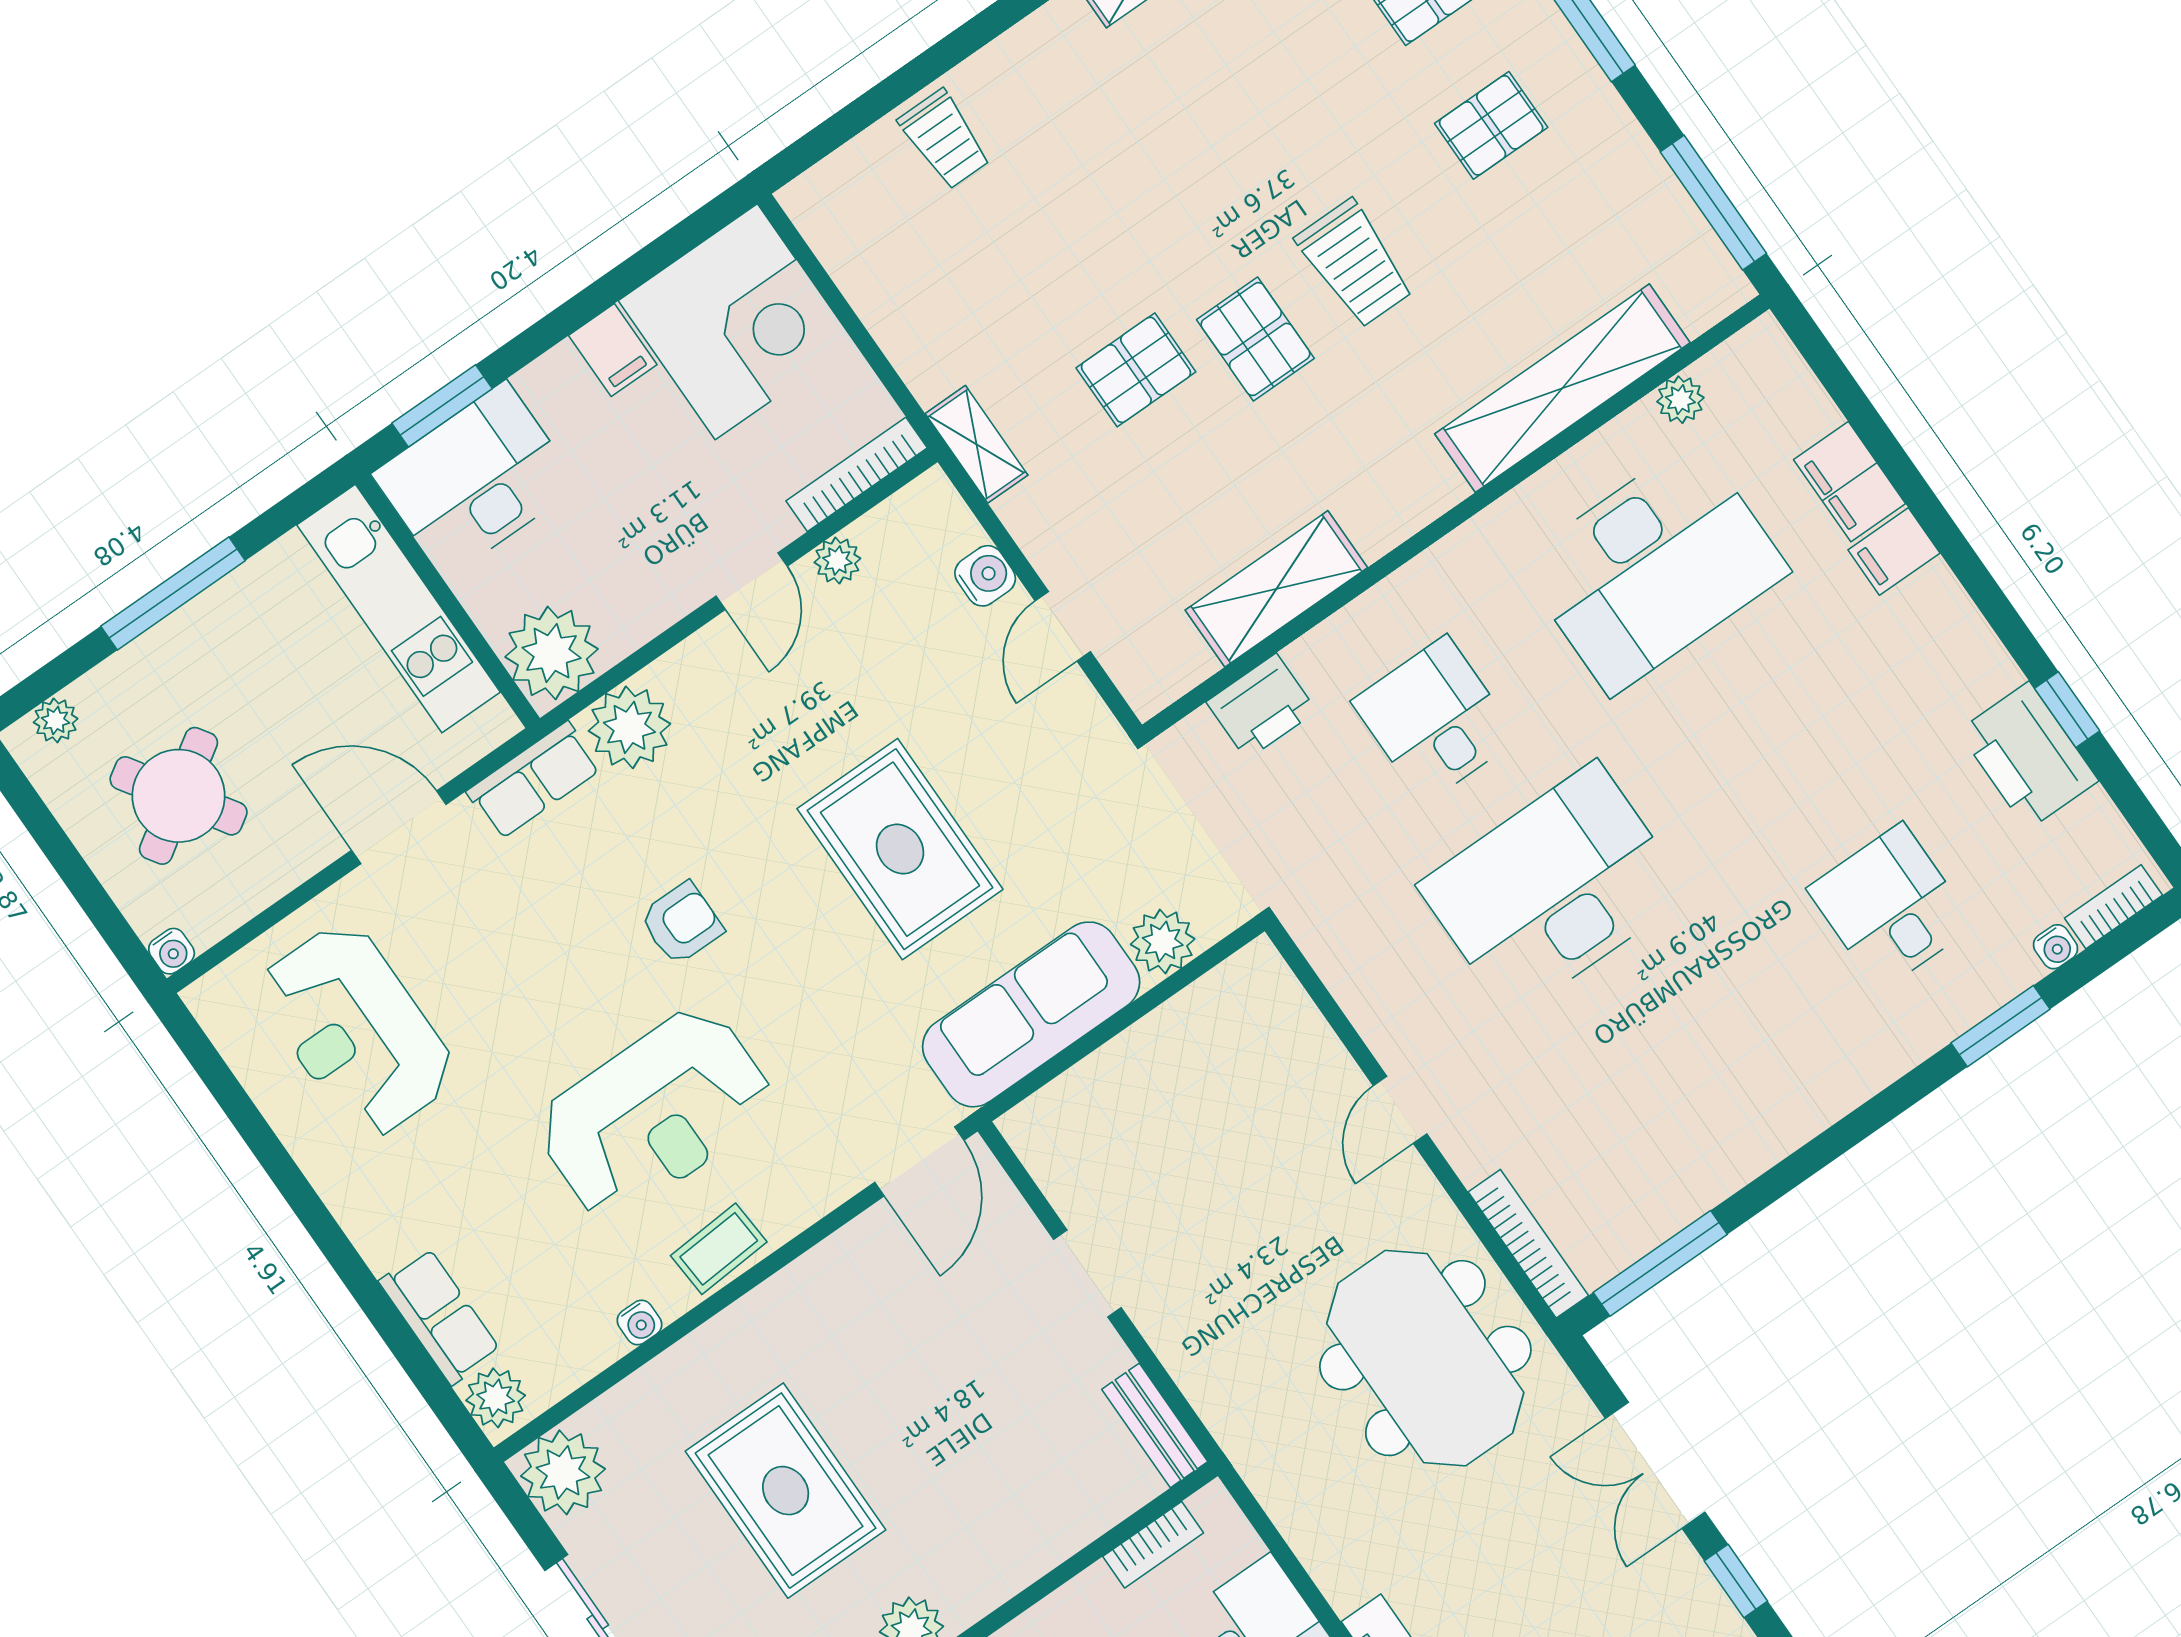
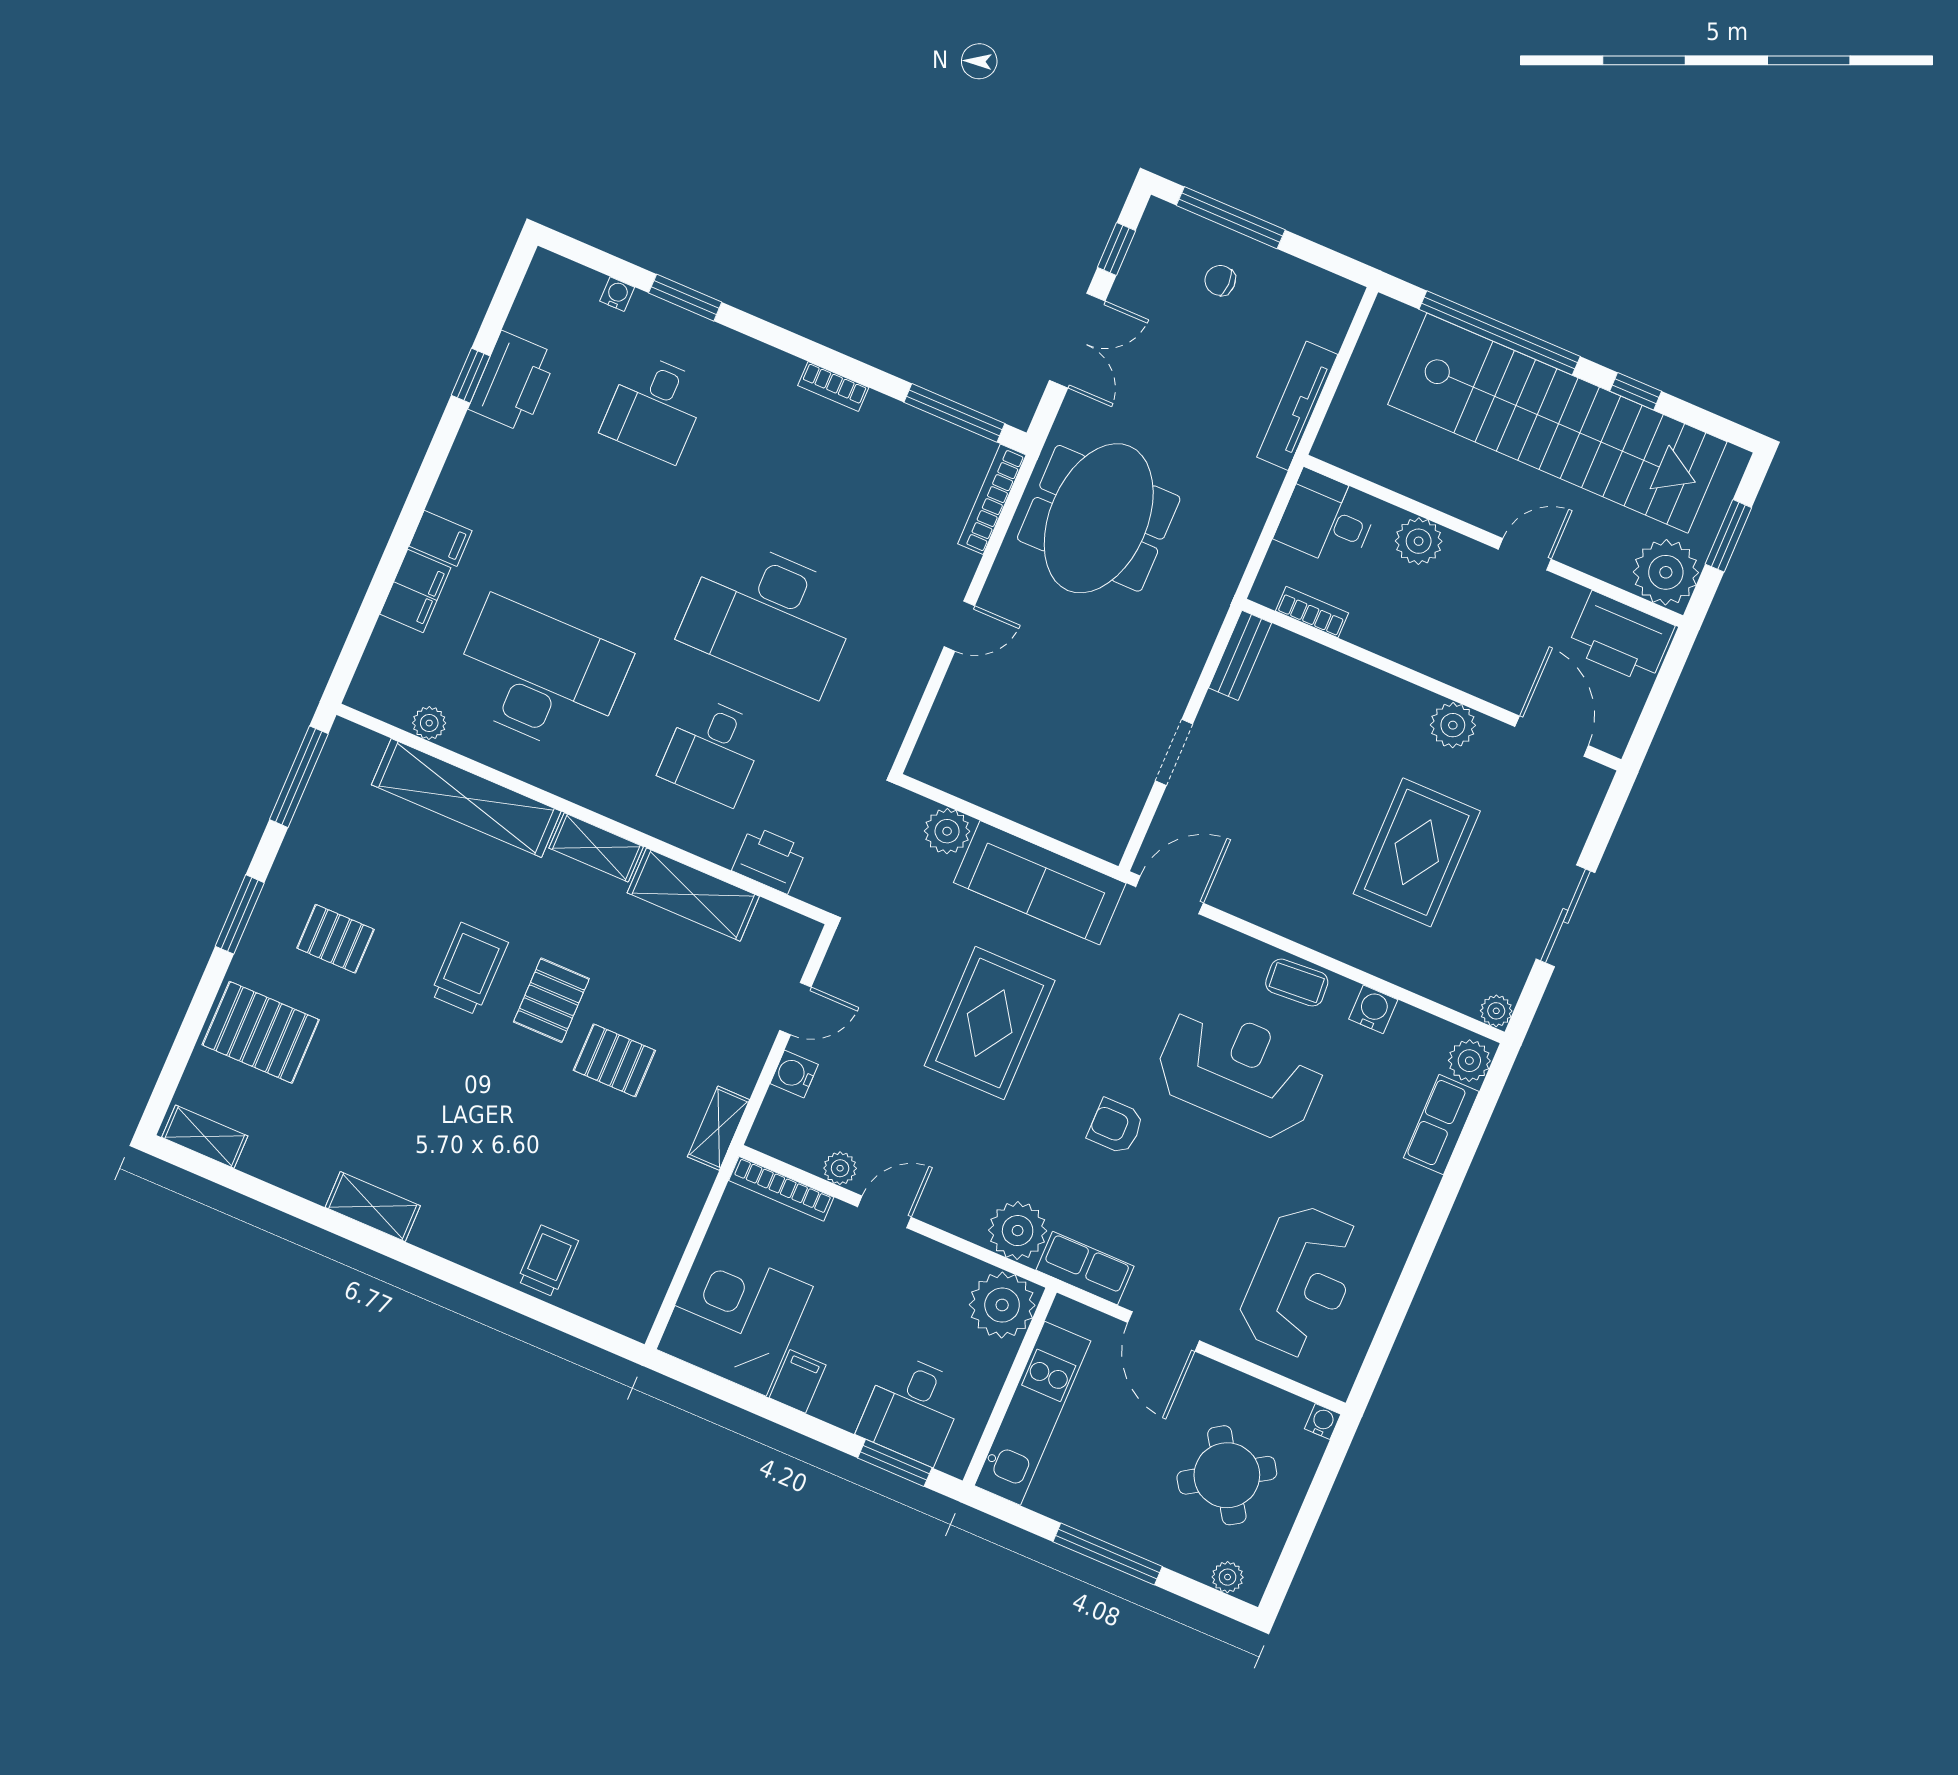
desk: (476, 480) -> (912, 1409), width x0.73
shelving: (1406, 507) -> (596, 847), added
bookcase: (2113, 907) -> (833, 387), moved
water cooler: (640, 1322) -> (1373, 1009), width x1.38, depth x1.38
plant: (563, 1472) -> (1496, 1011), width x0.53, depth x0.53

